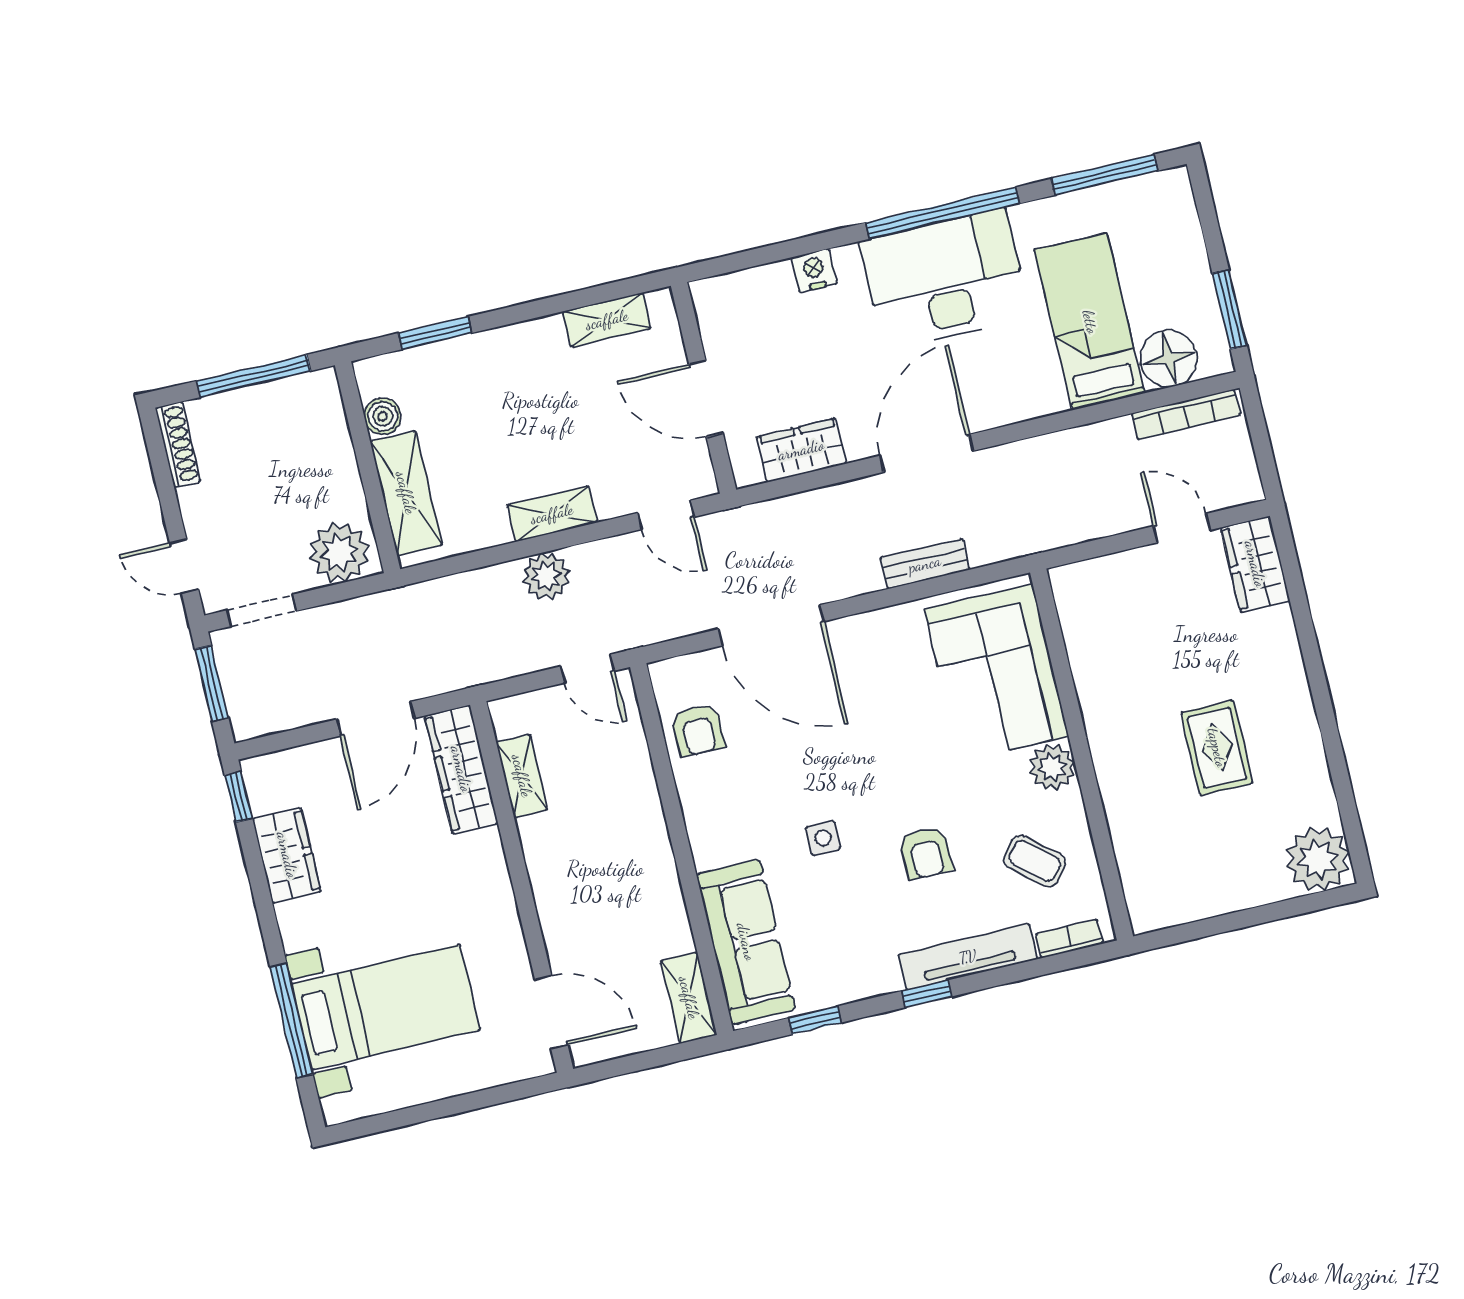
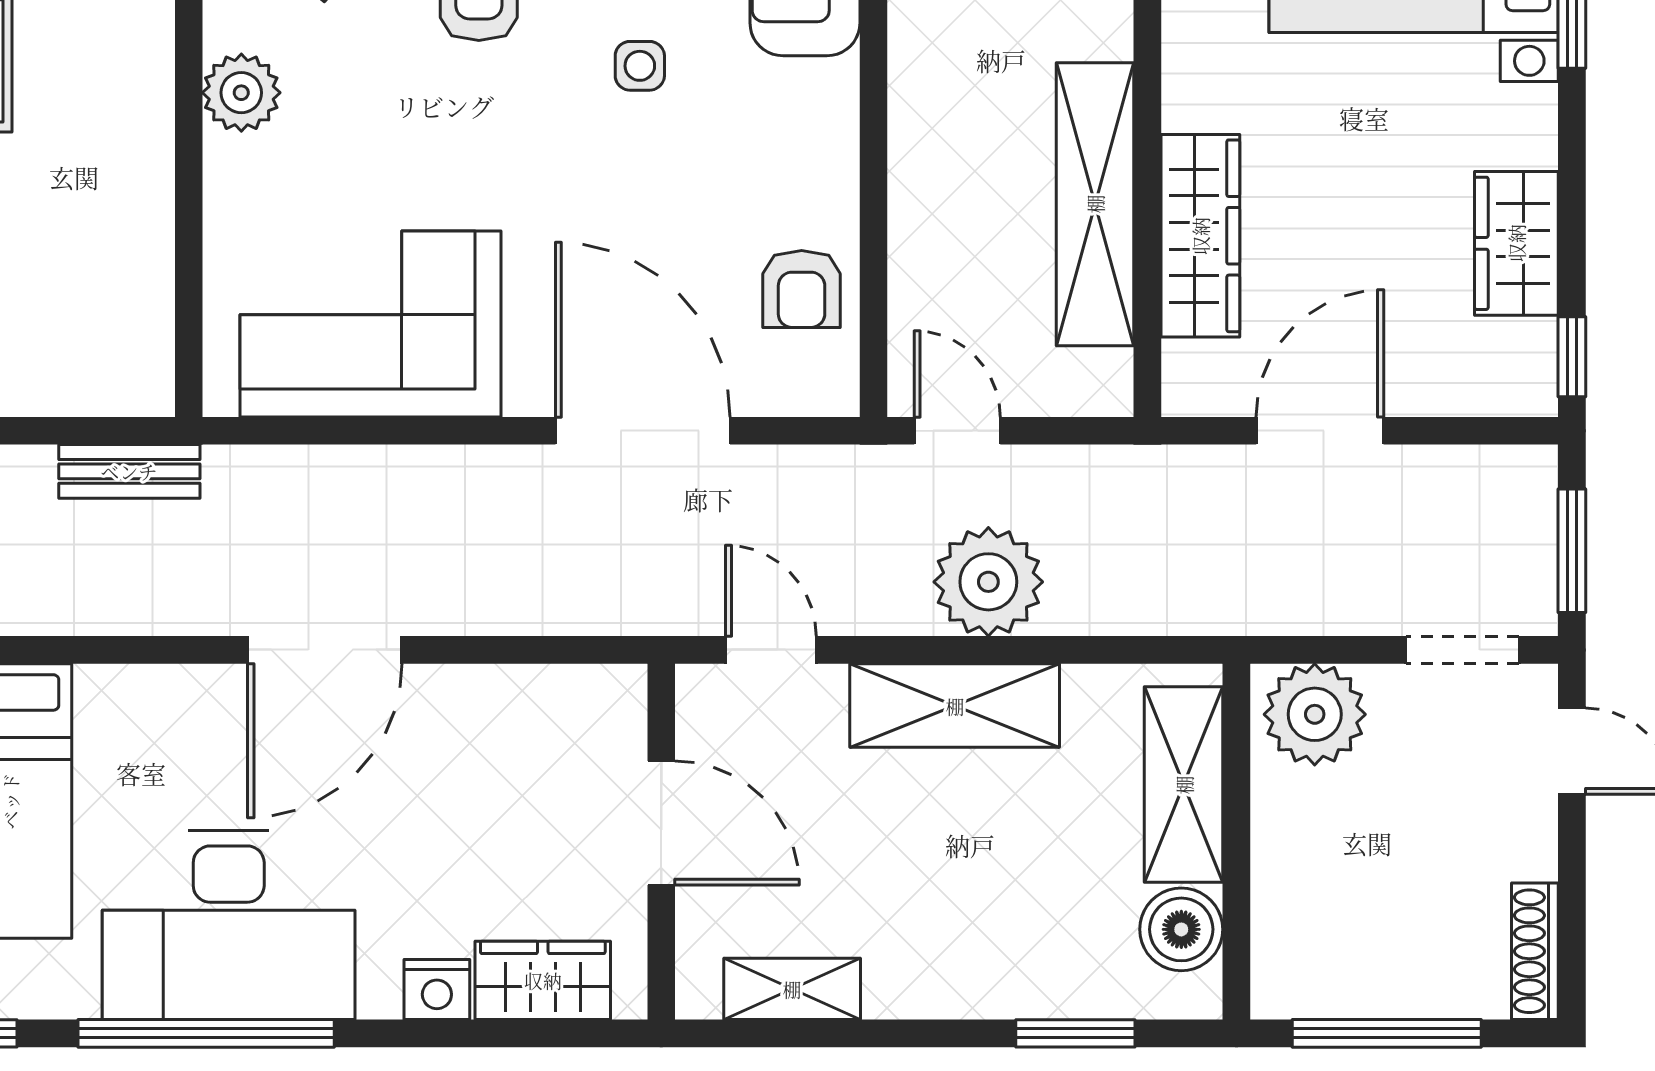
boiler: (383, 416) -> (1181, 929), width x1.36, depth x1.36
wardrobe: (801, 450) -> (543, 980), moved, turned 180
shelving: (552, 514) -> (955, 706), width x1.50, depth x1.33
bench: (925, 564) -> (129, 471), moved
plant: (546, 576) -> (988, 582), width x1.36, depth x1.36
corner sofa: (996, 673) -> (370, 324), moved, turned -90
armchair: (698, 730) -> (802, 289), turned 180
wardrobe: (461, 769) -> (1200, 236), moved
shelving: (522, 776) -> (1095, 204), width x2.20, depth x1.33

